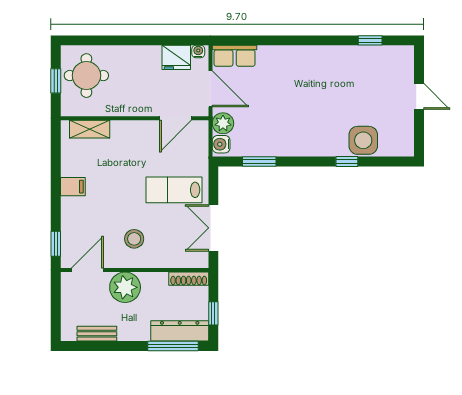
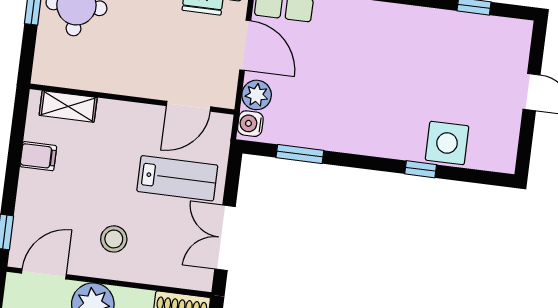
wall: (135, 118) -> (132, 99), moved
door: (176, 118) -> (189, 106), moved
shelving: (90, 129) -> (68, 106), moved
lab bench: (174, 190) -> (177, 178), turned 180

